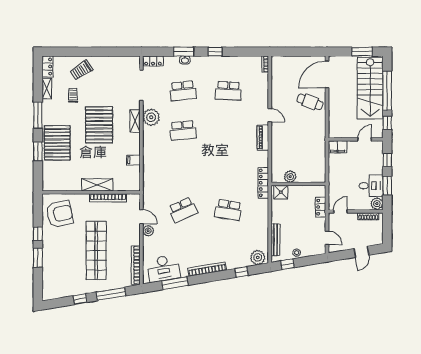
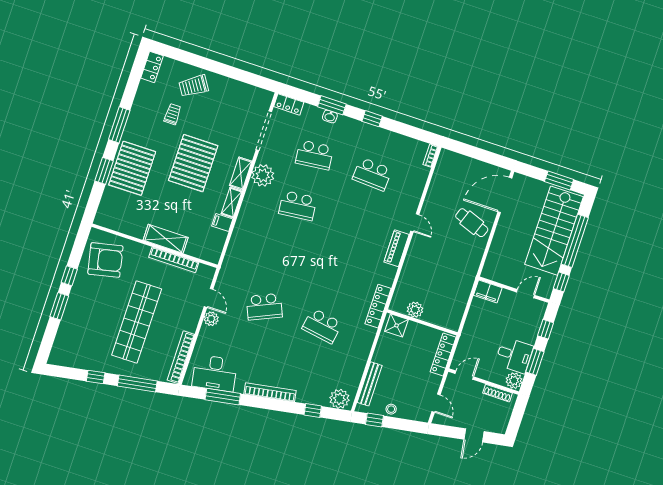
shelving: (47, 88) -> (232, 202), moved
locker: (321, 207) -> (443, 355), width x1.53

